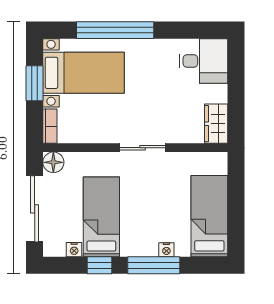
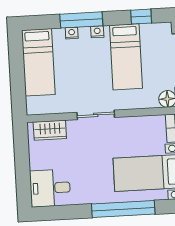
wardrobe: (216, 124) -> (50, 130), moved, turned 90
nightstand: (74, 250) -> (97, 32), moved
window: (100, 265) -> (141, 17), moved

